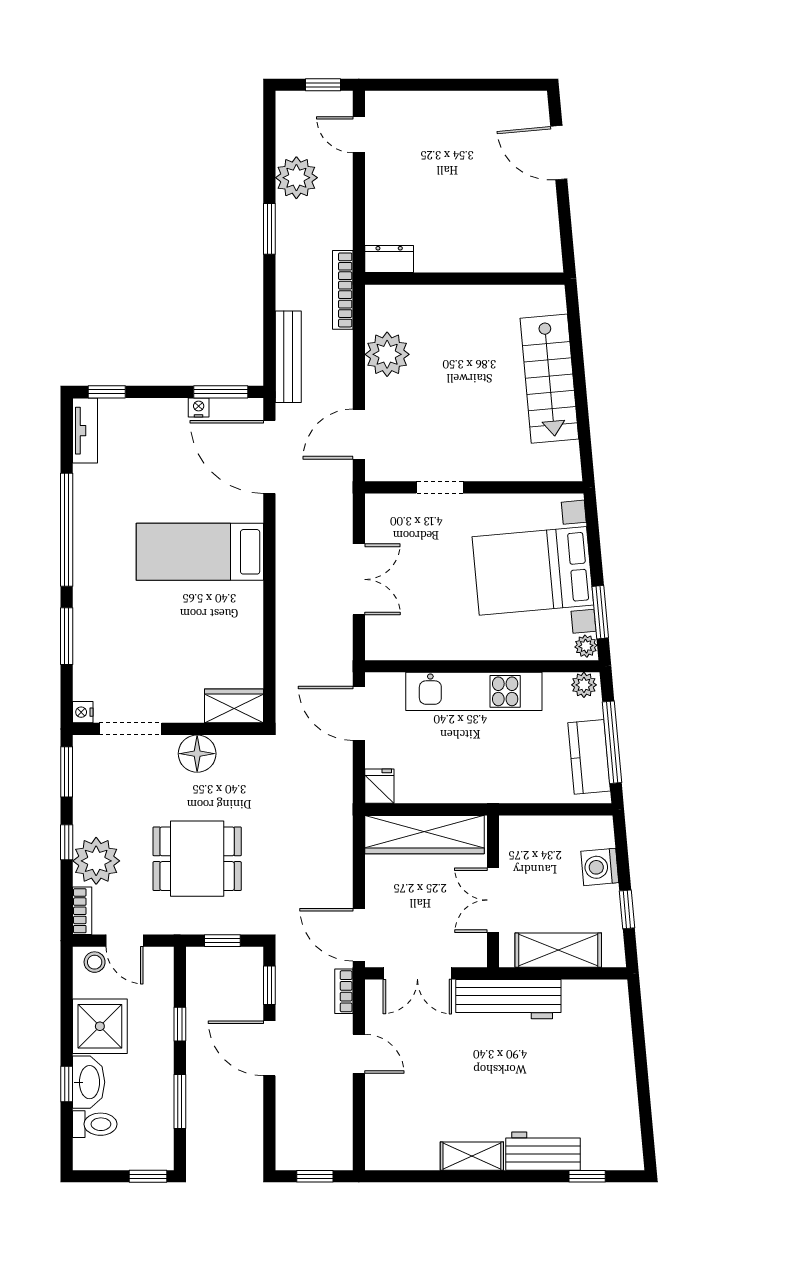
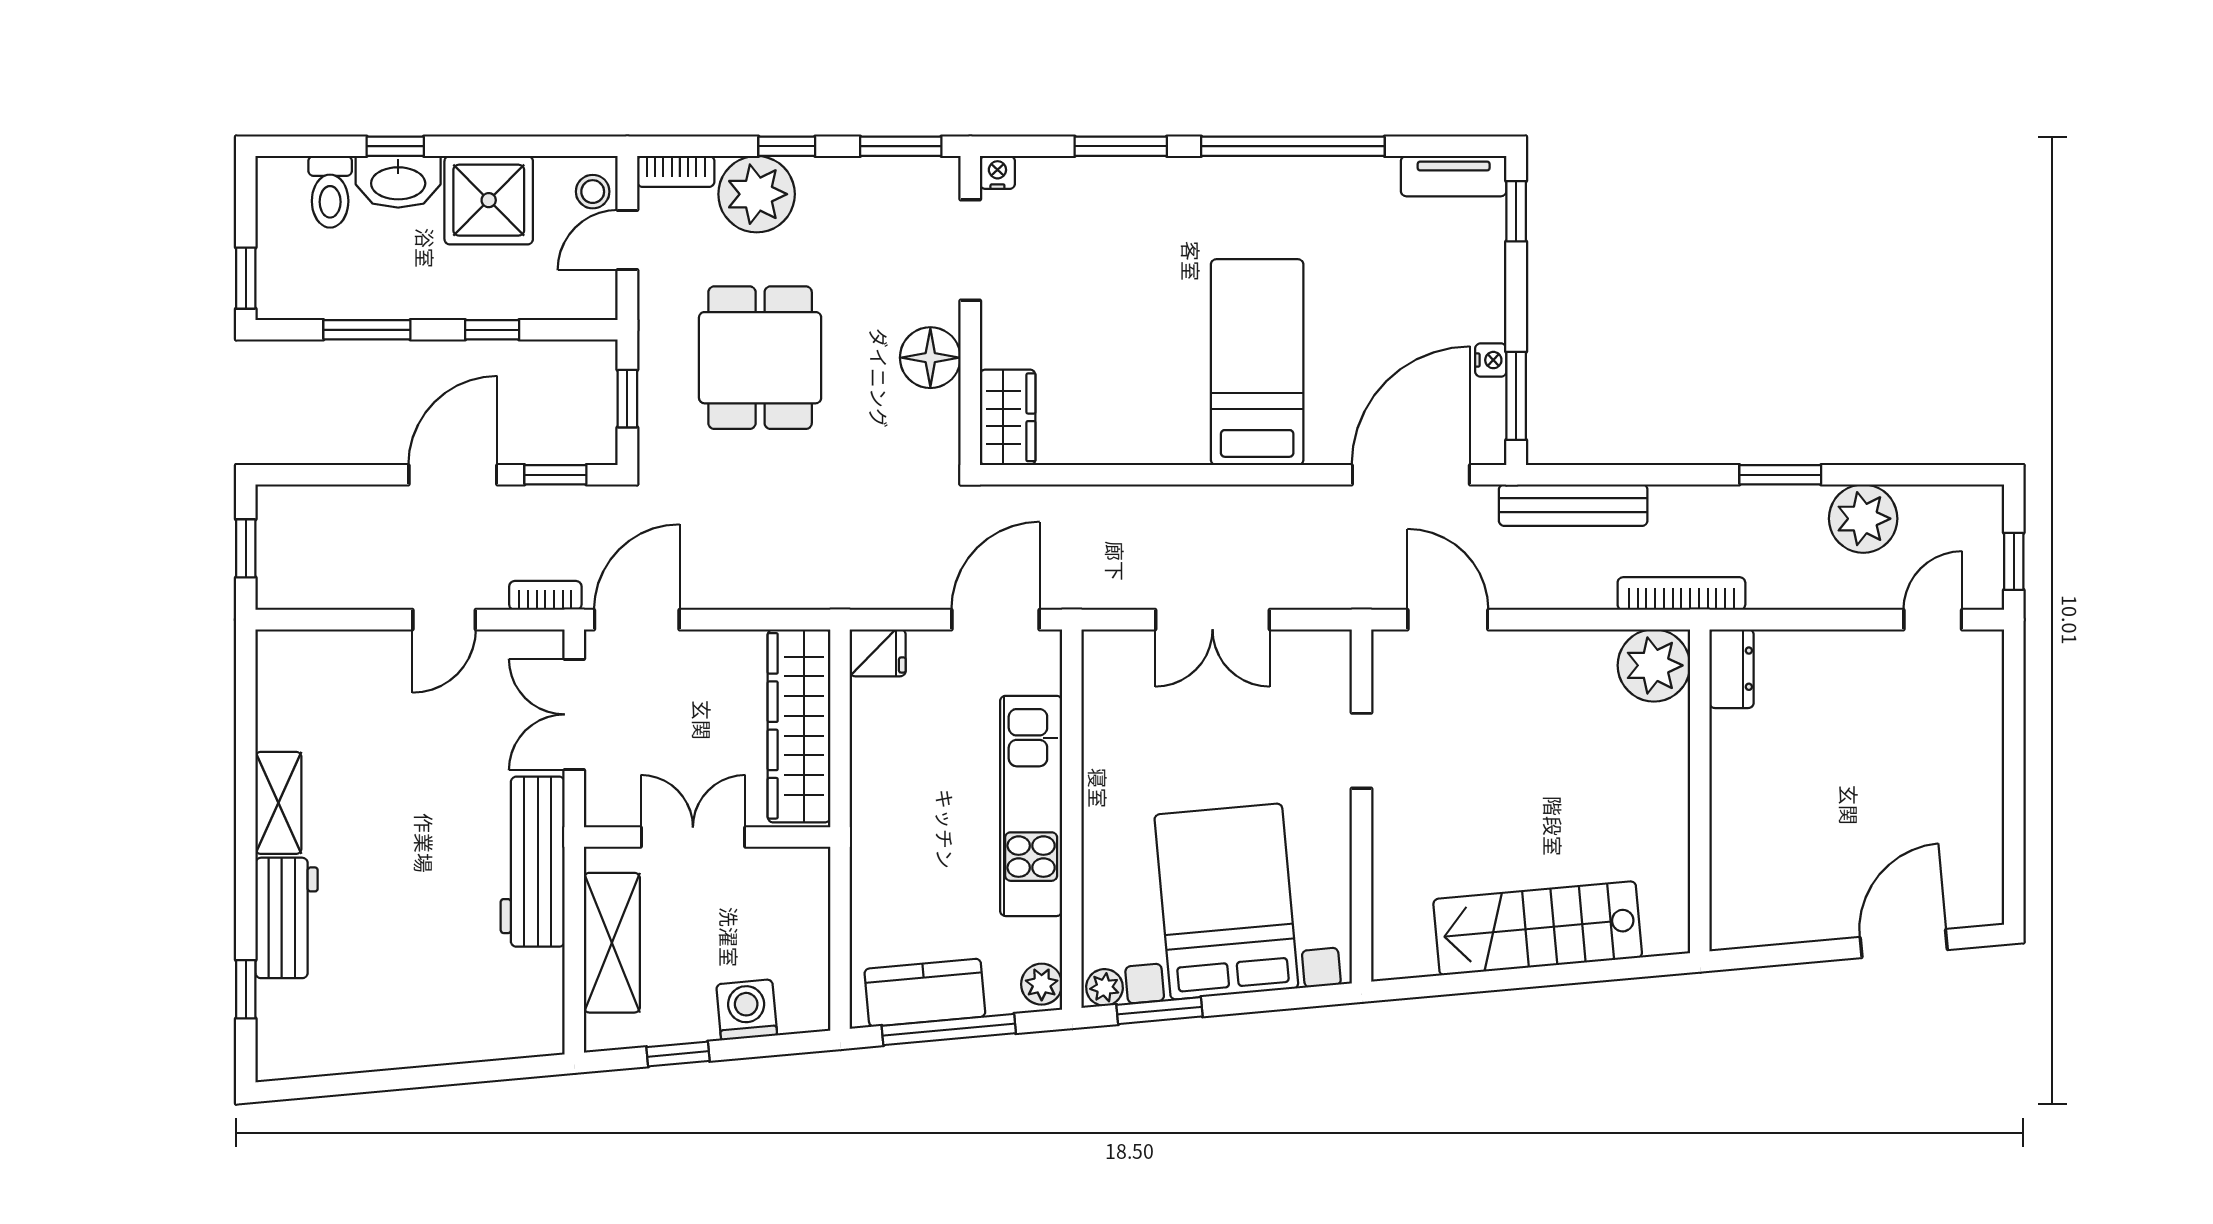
plant: (387, 354) -> (1654, 665), moved

